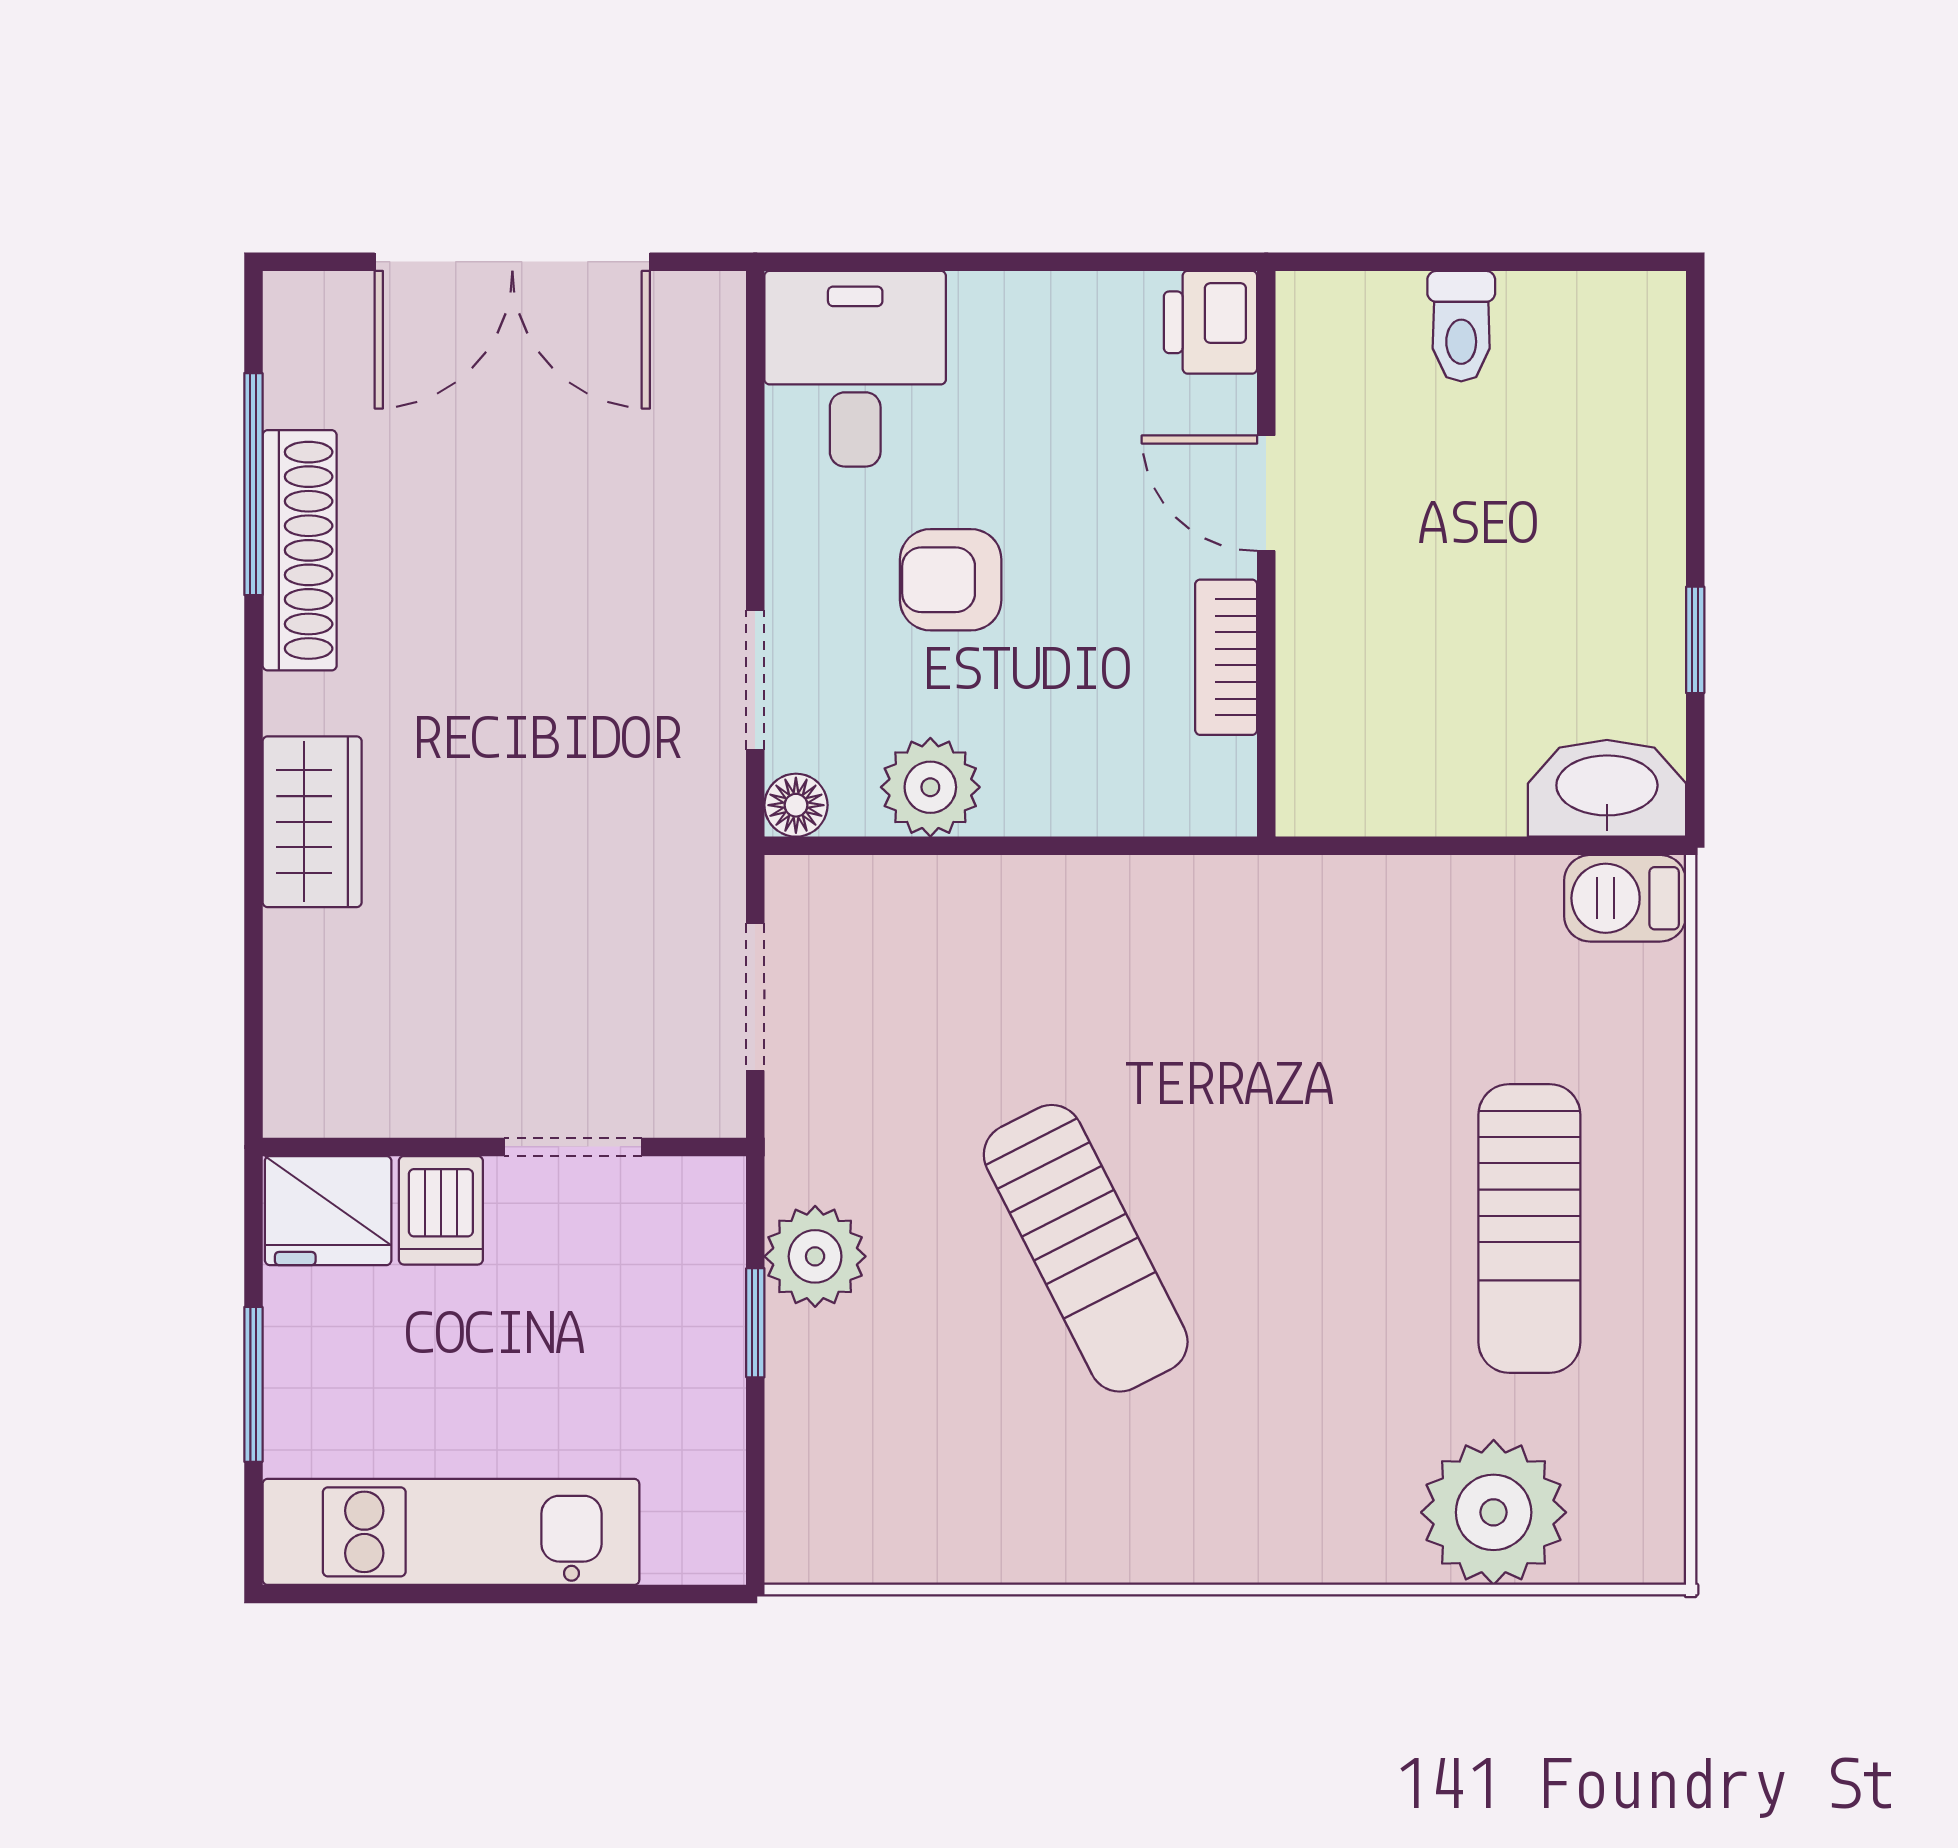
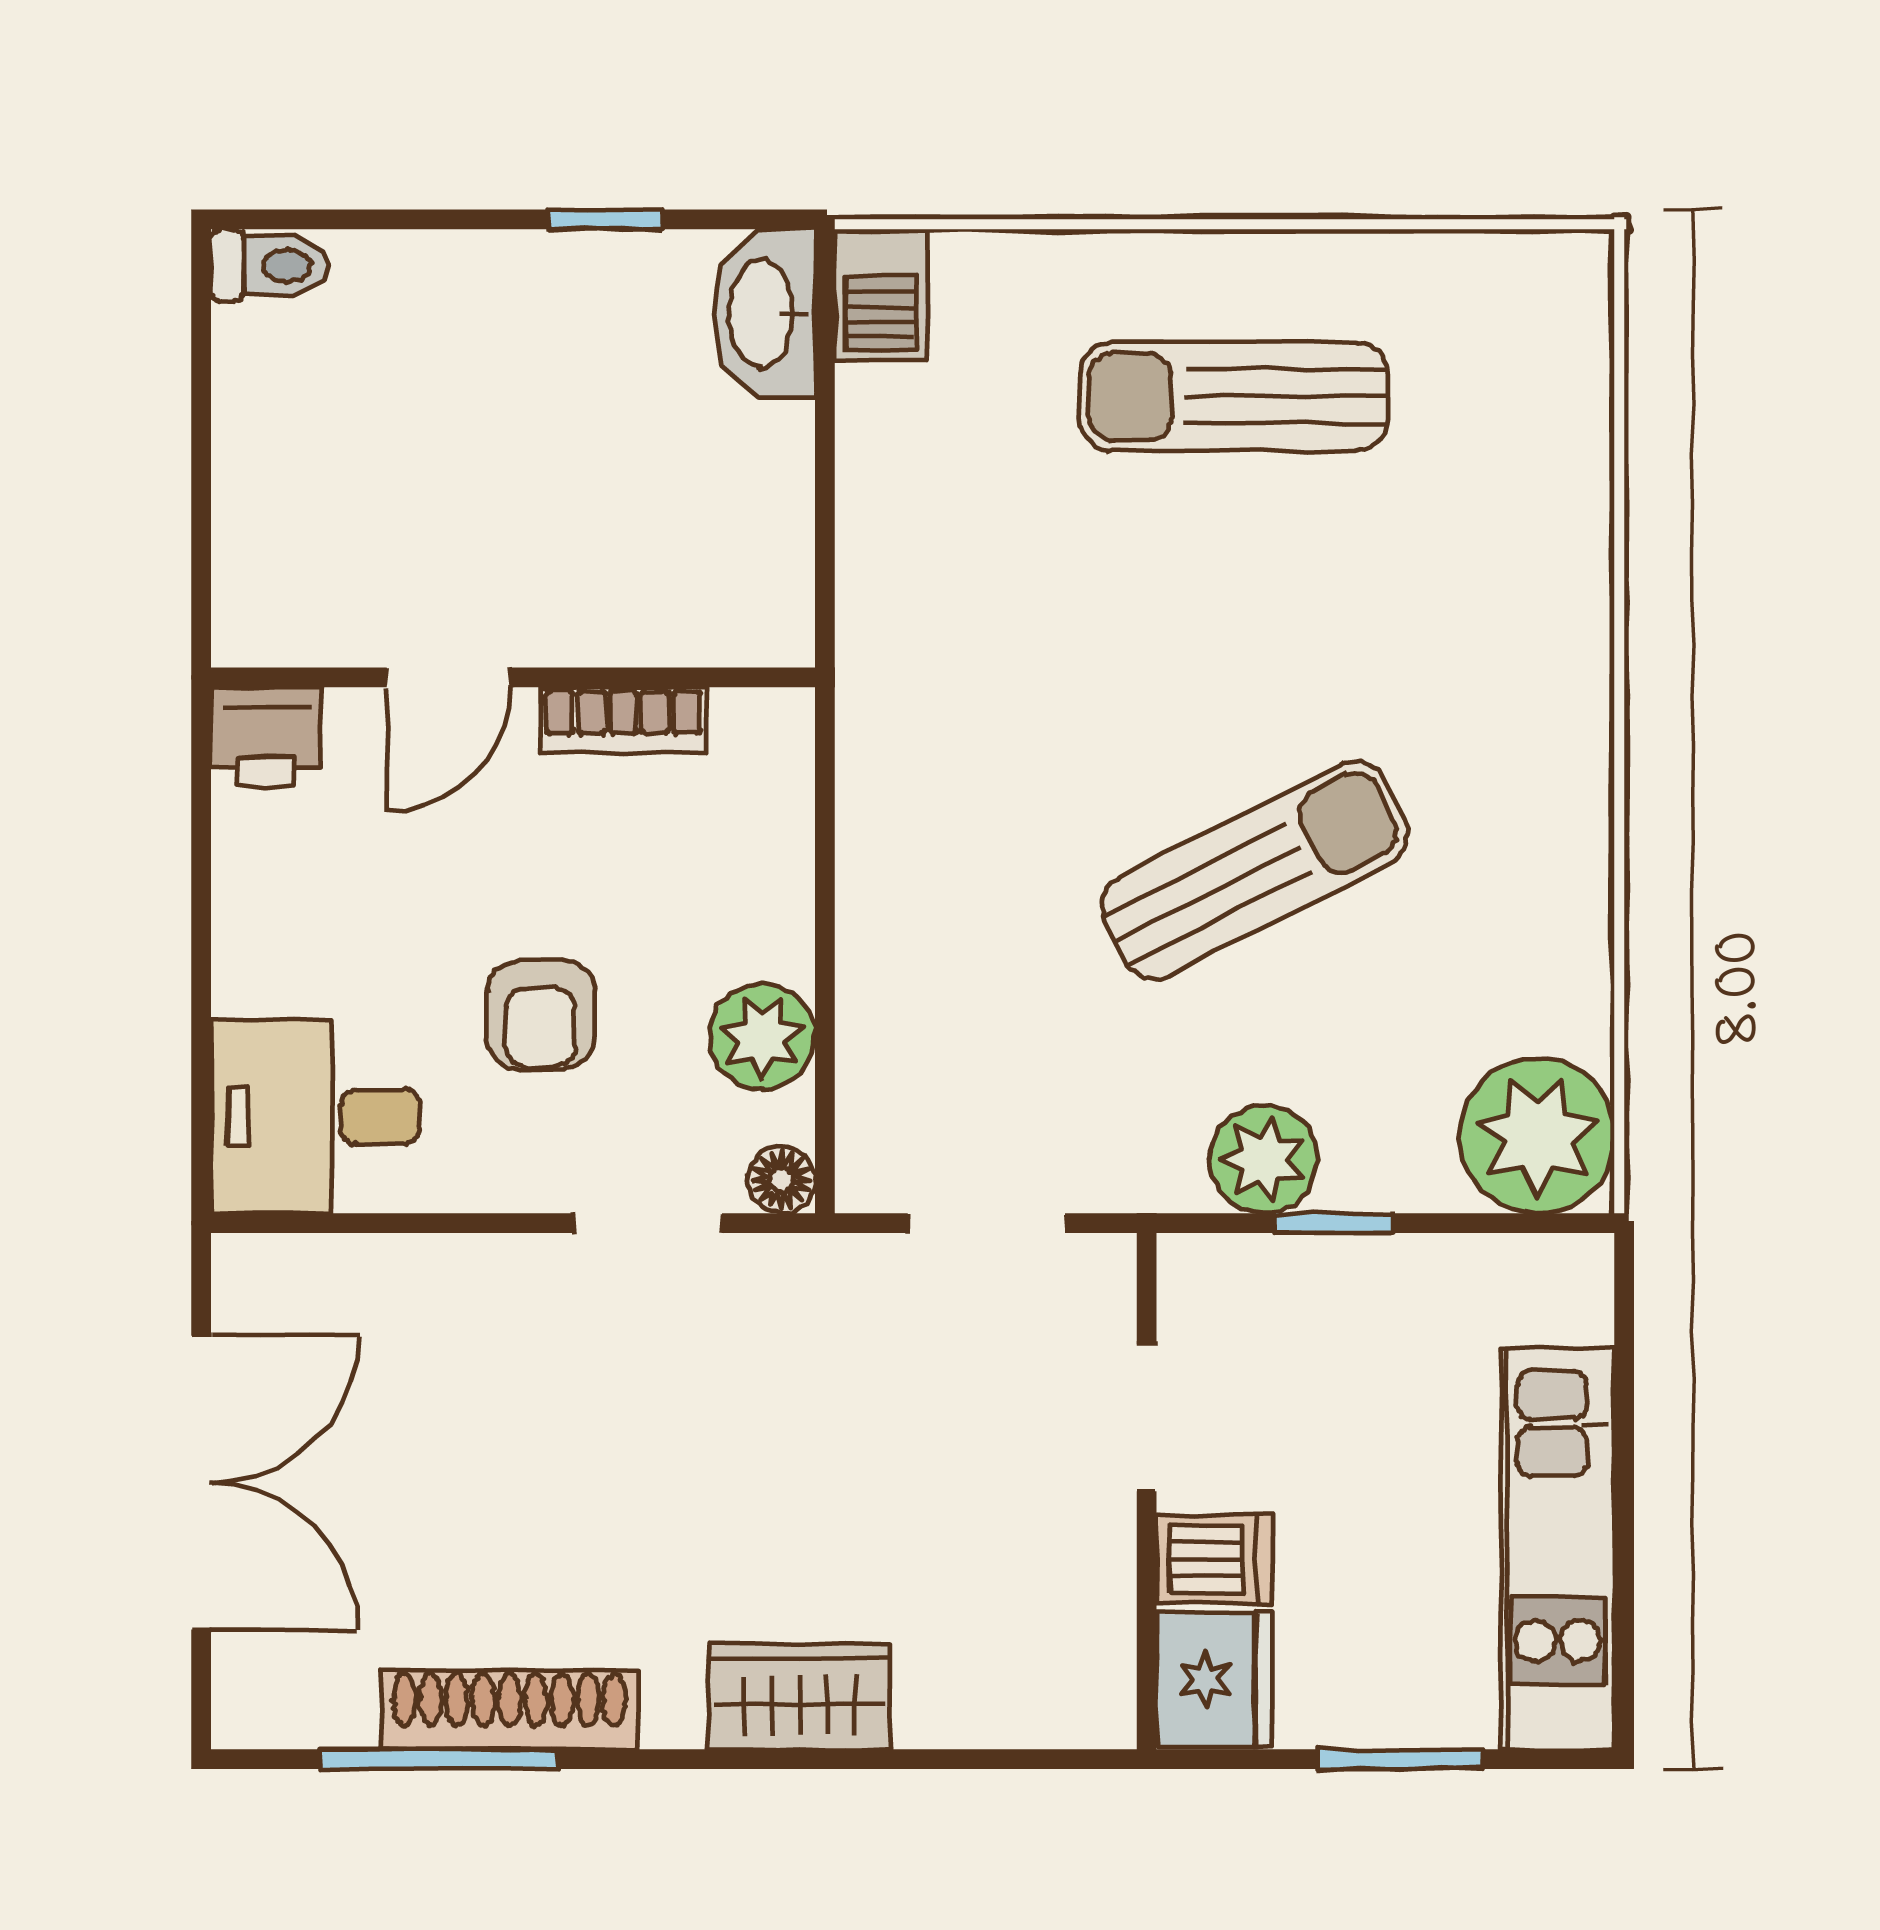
toilet: (1461, 326) -> (270, 265), moved
sun lounger: (1529, 1228) -> (1234, 397), turned 180
plant: (1494, 1512) -> (1537, 1136), moved

